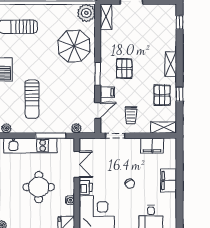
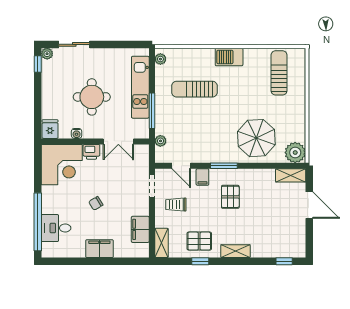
pallet: (124, 68) -> (230, 197), turned 90

